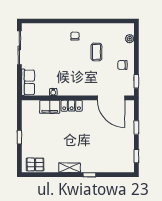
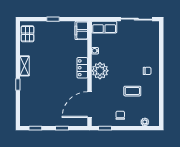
plant: (75, 87) -> (100, 71), added
filing cabinet: (50, 107) -> (81, 30), moved

